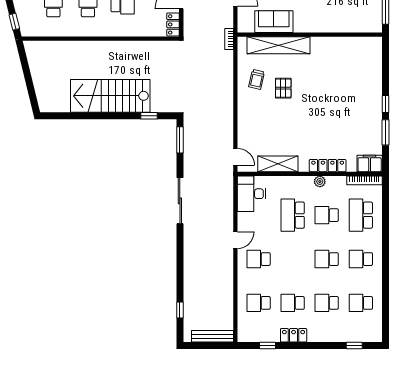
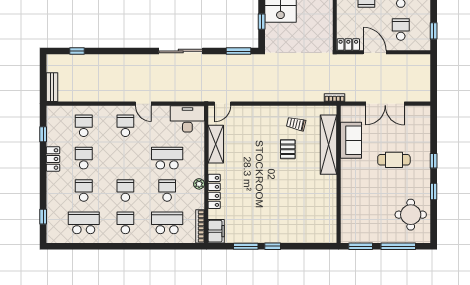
pallet: (283, 88) -> (288, 149), turned 90
school desk: (361, 303) -> (84, 223), width x1.85
bench: (212, 336) -> (52, 87), width x0.73

